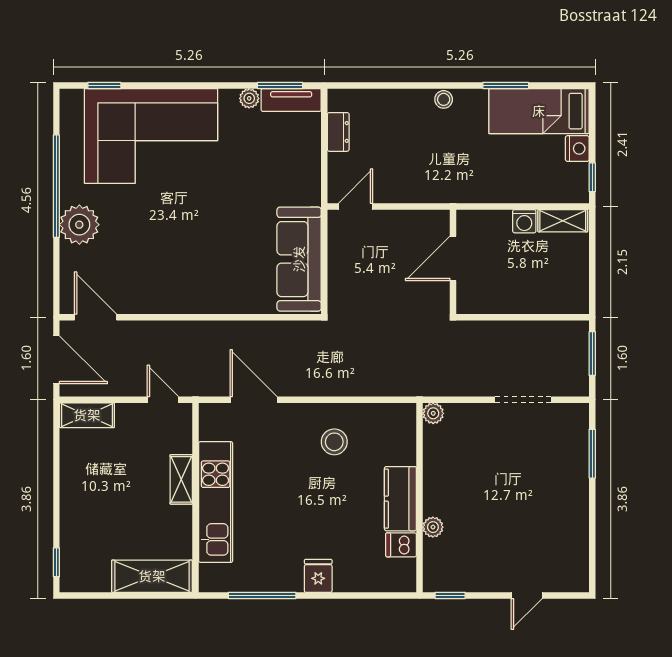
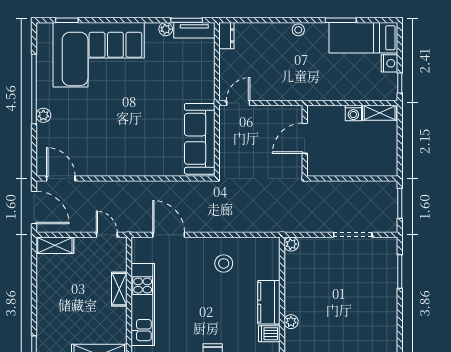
dresser: (338, 132) -> (226, 36), moved
plant: (79, 225) -> (43, 115), width x0.53, depth x0.53

